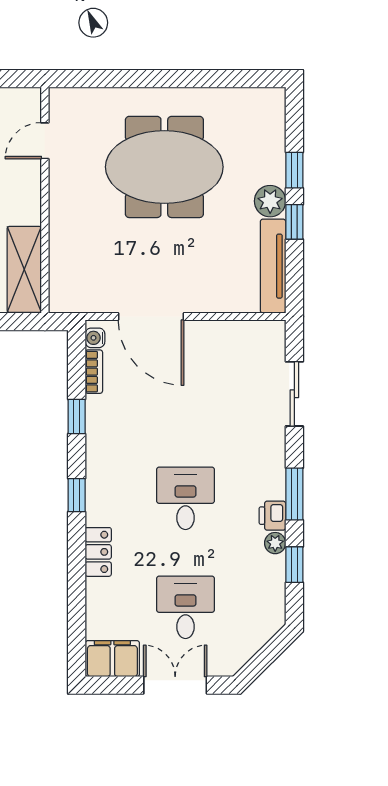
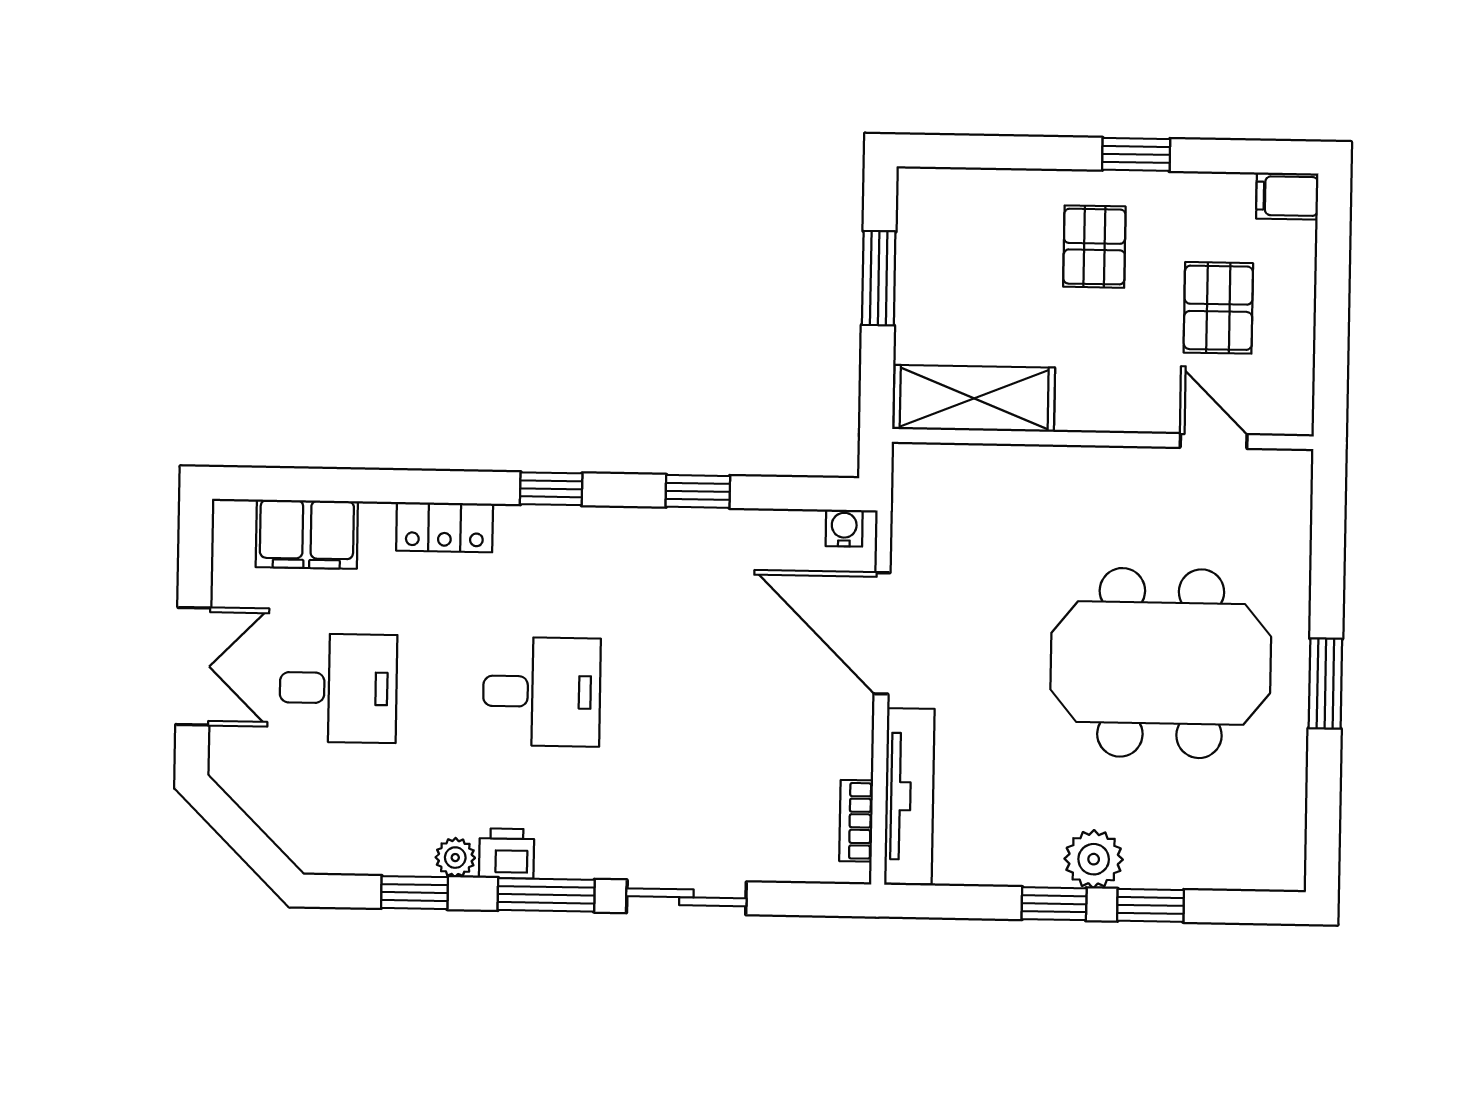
window: (174, 79) -> (1325, 684), added
meeting table: (164, 167) -> (1161, 663), turned 90
tv unit: (273, 266) -> (909, 796), moved, turned 90
door: (151, 317) -> (882, 633), hinge flipped
bookcase: (94, 372) -> (856, 821), moved, turned 90
sliding door: (294, 394) -> (686, 897), moved
filing cabinet: (112, 659) -> (307, 534), moved, turned 90

